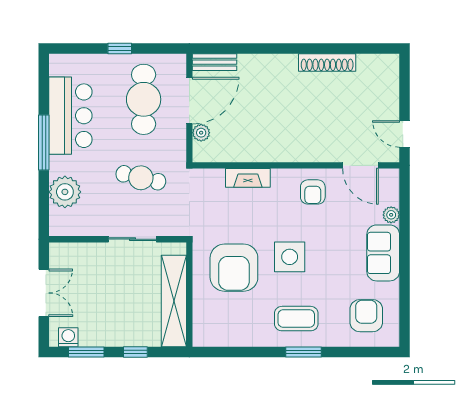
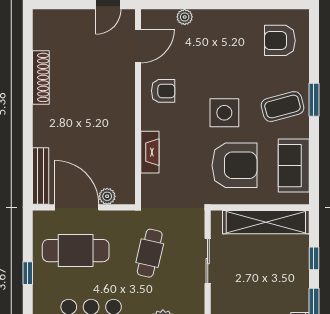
bench: (215, 62) -> (41, 176), width x1.36
sofa: (383, 253) -> (294, 166), moved, turned 90
coffee table: (296, 319) -> (282, 107), turned 75

